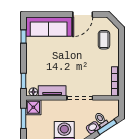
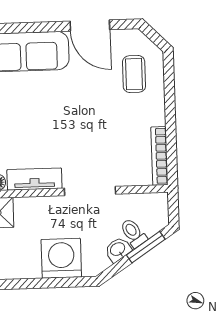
door: (83, 15) -> (90, 25), hinge flipped

